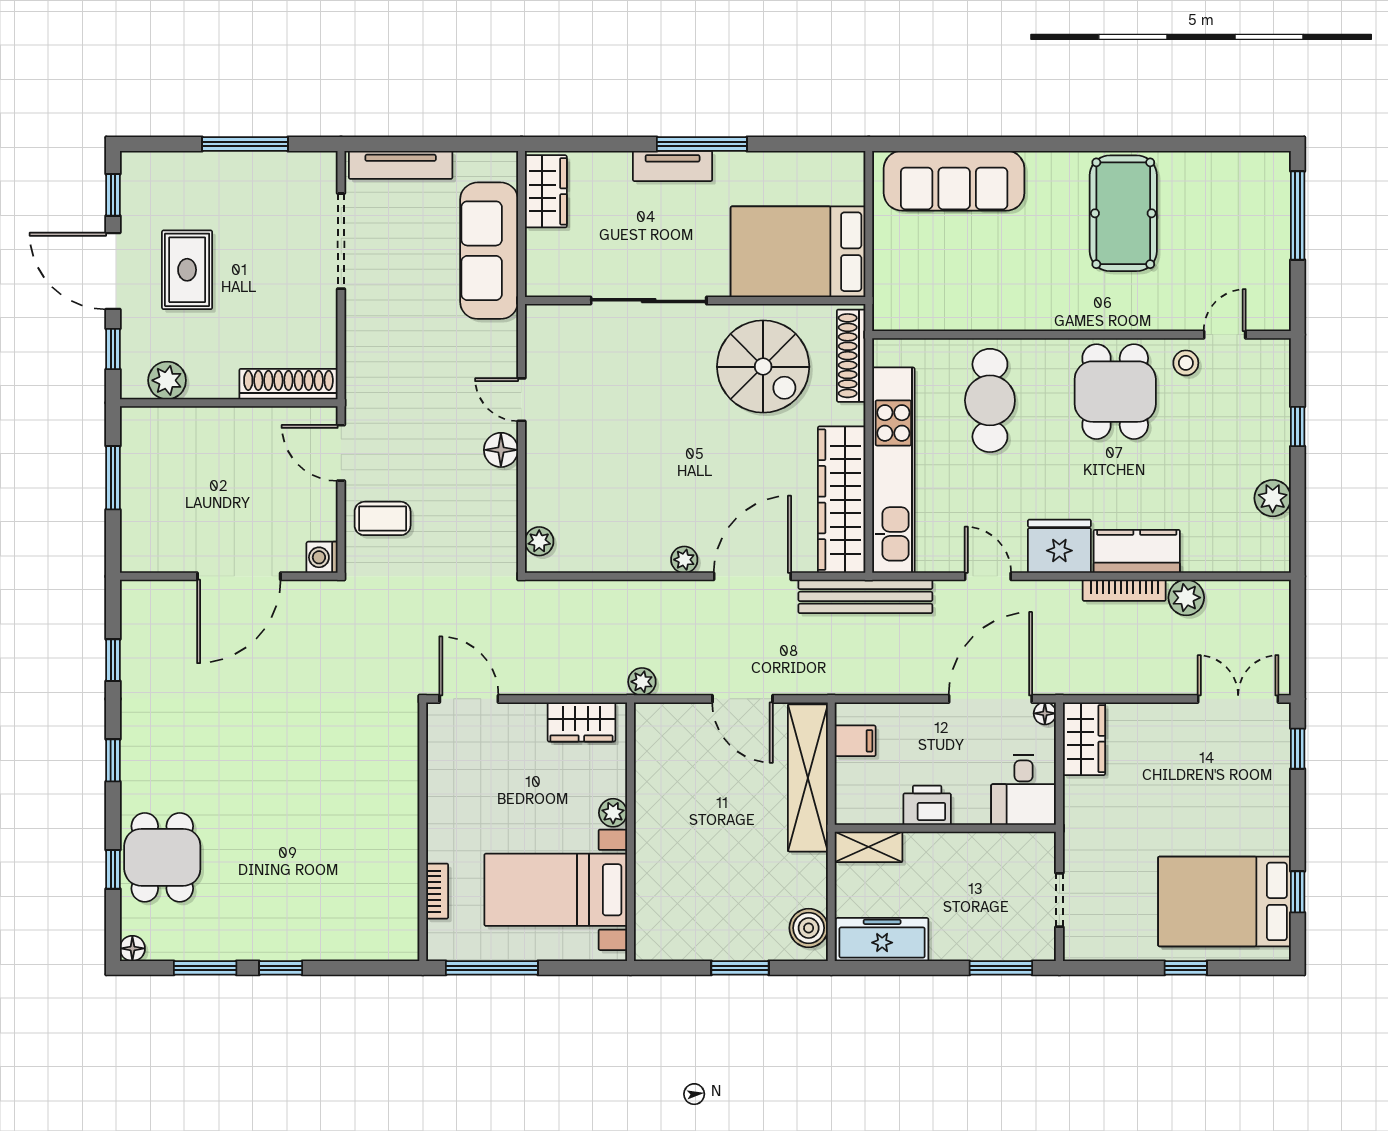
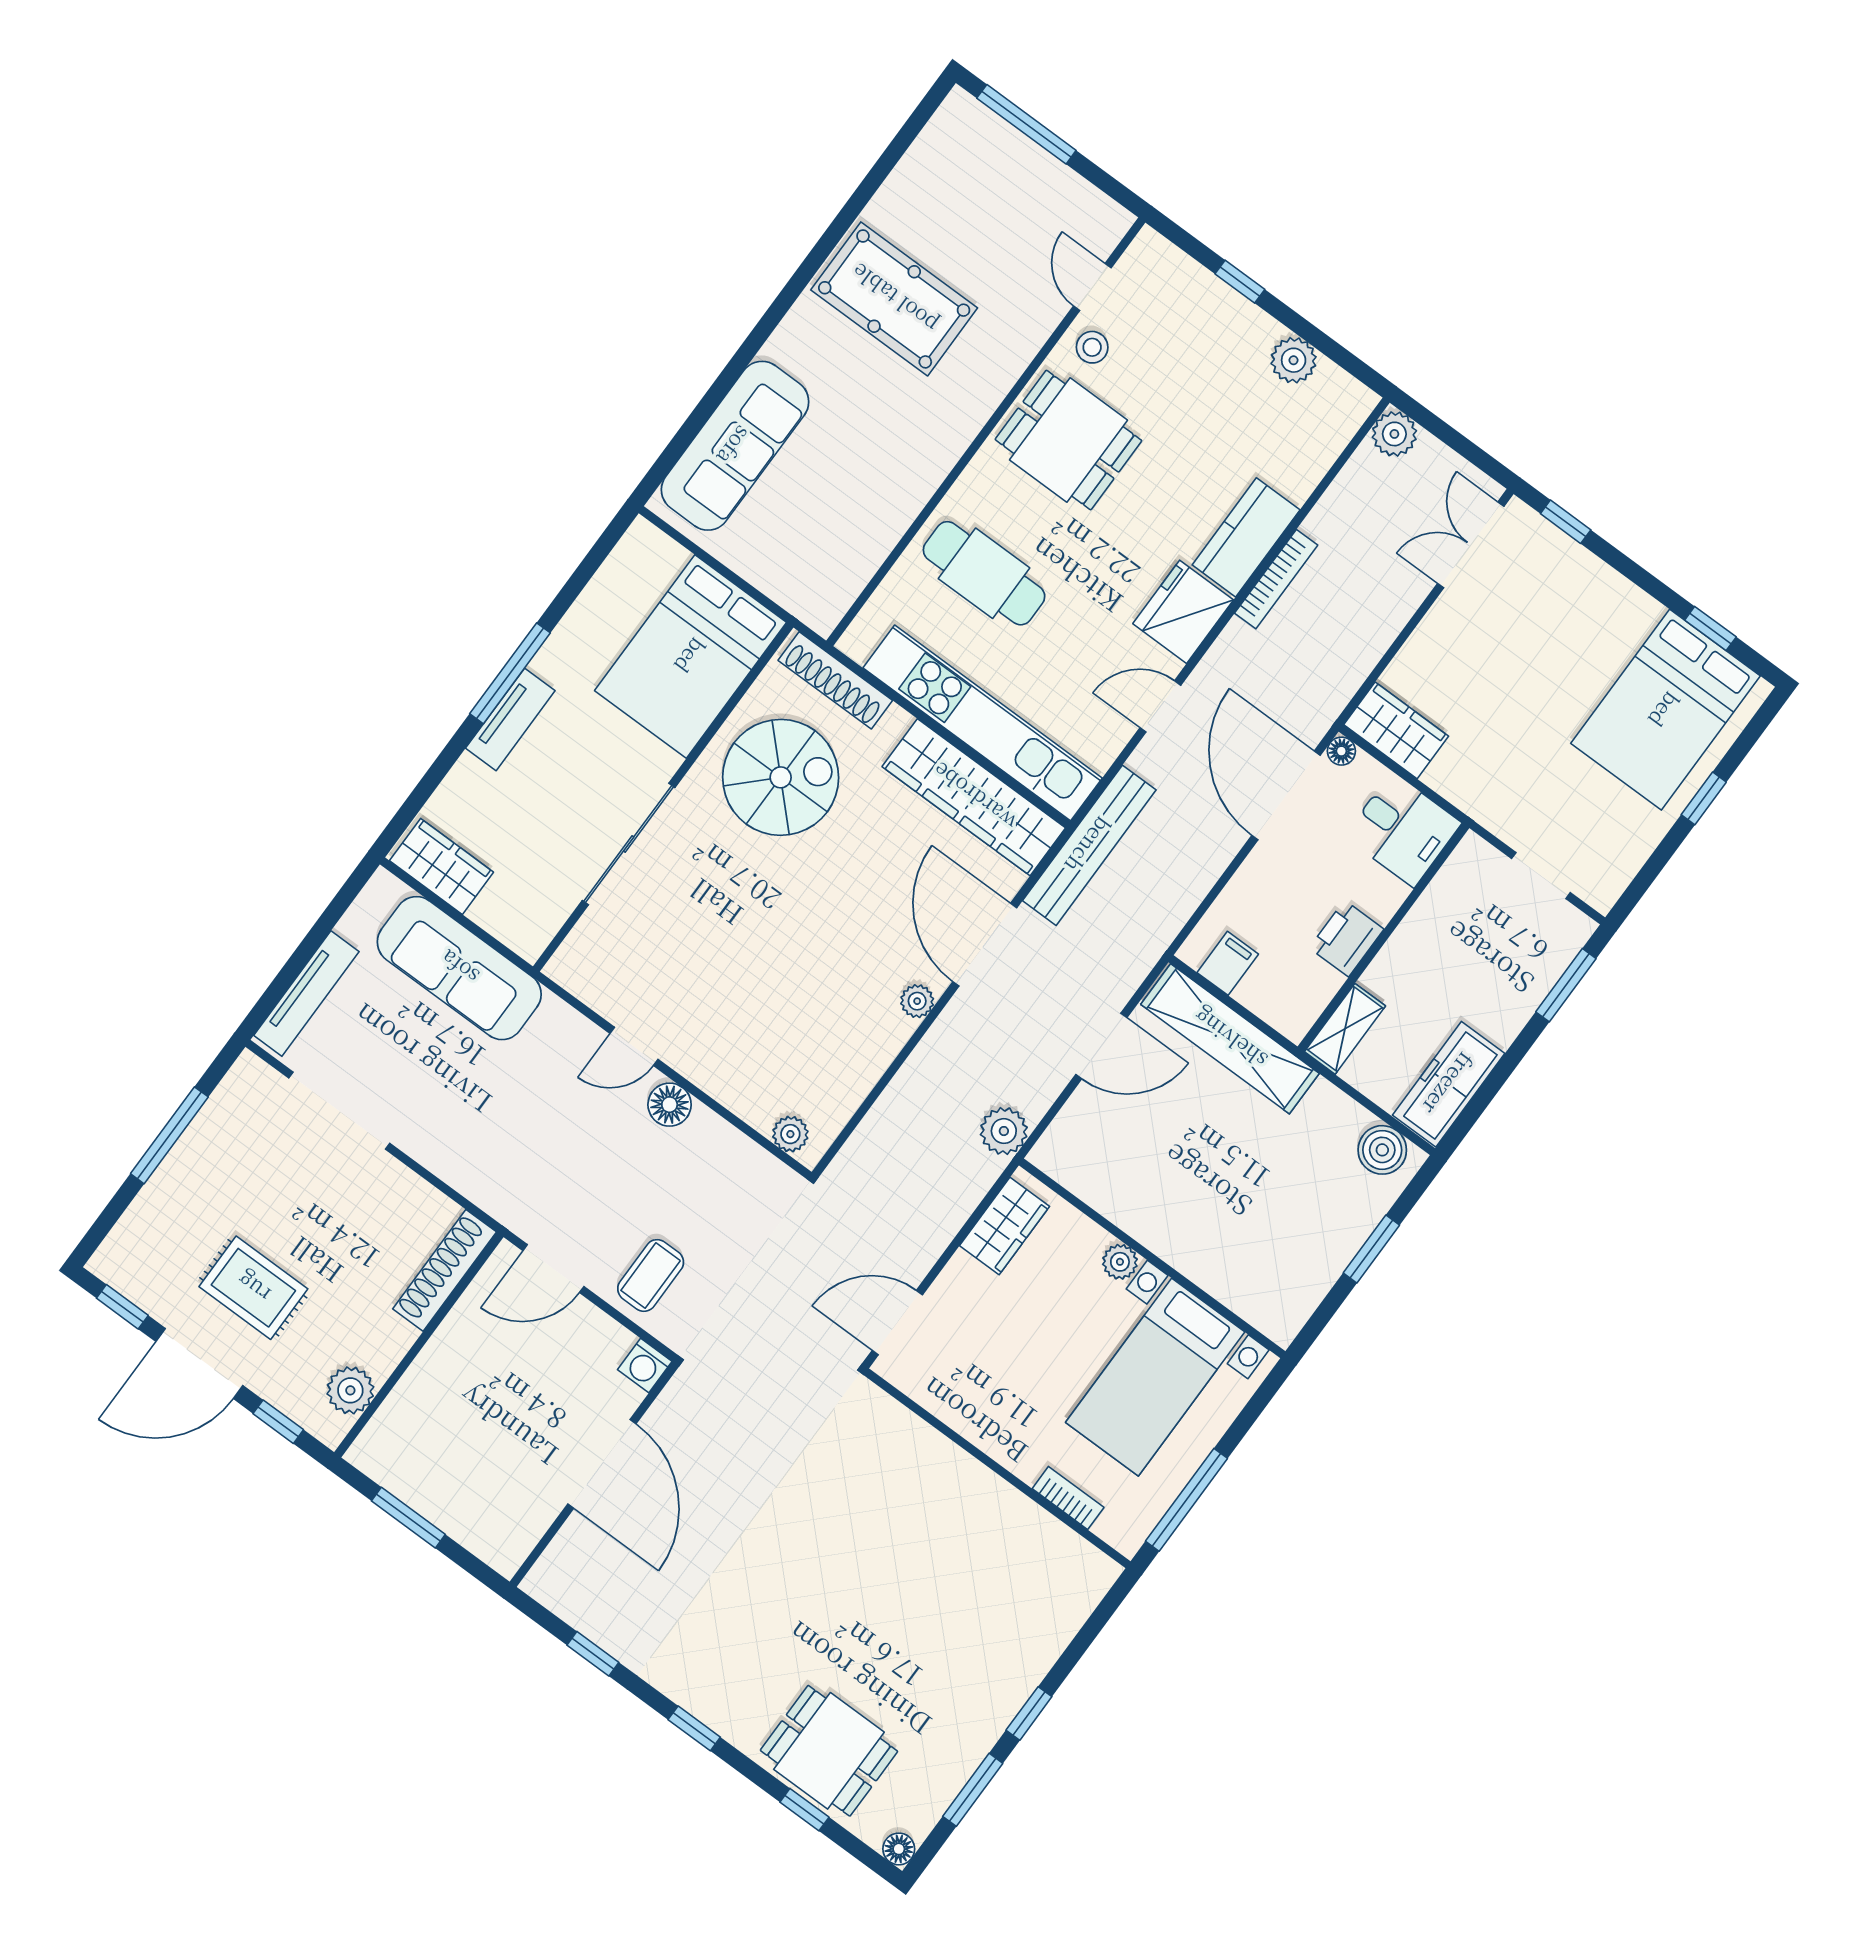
plant: (1186, 598) -> (1394, 434), moved
plant: (642, 682) -> (1004, 1131), width x1.38, depth x1.38

